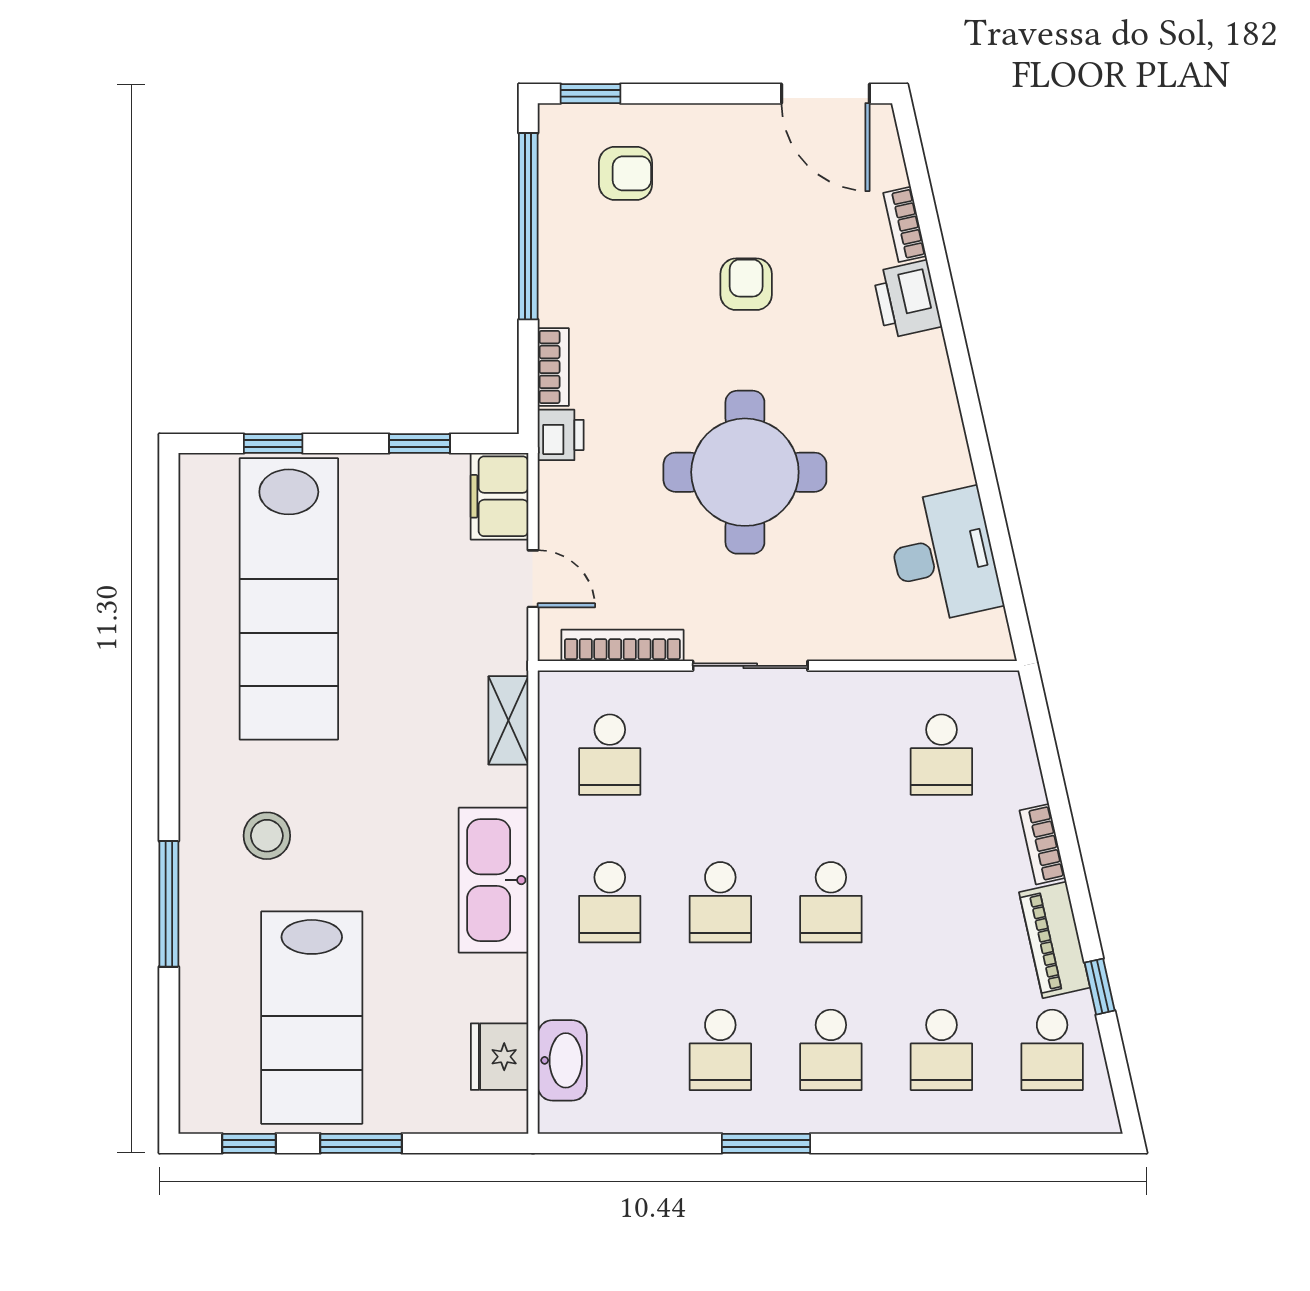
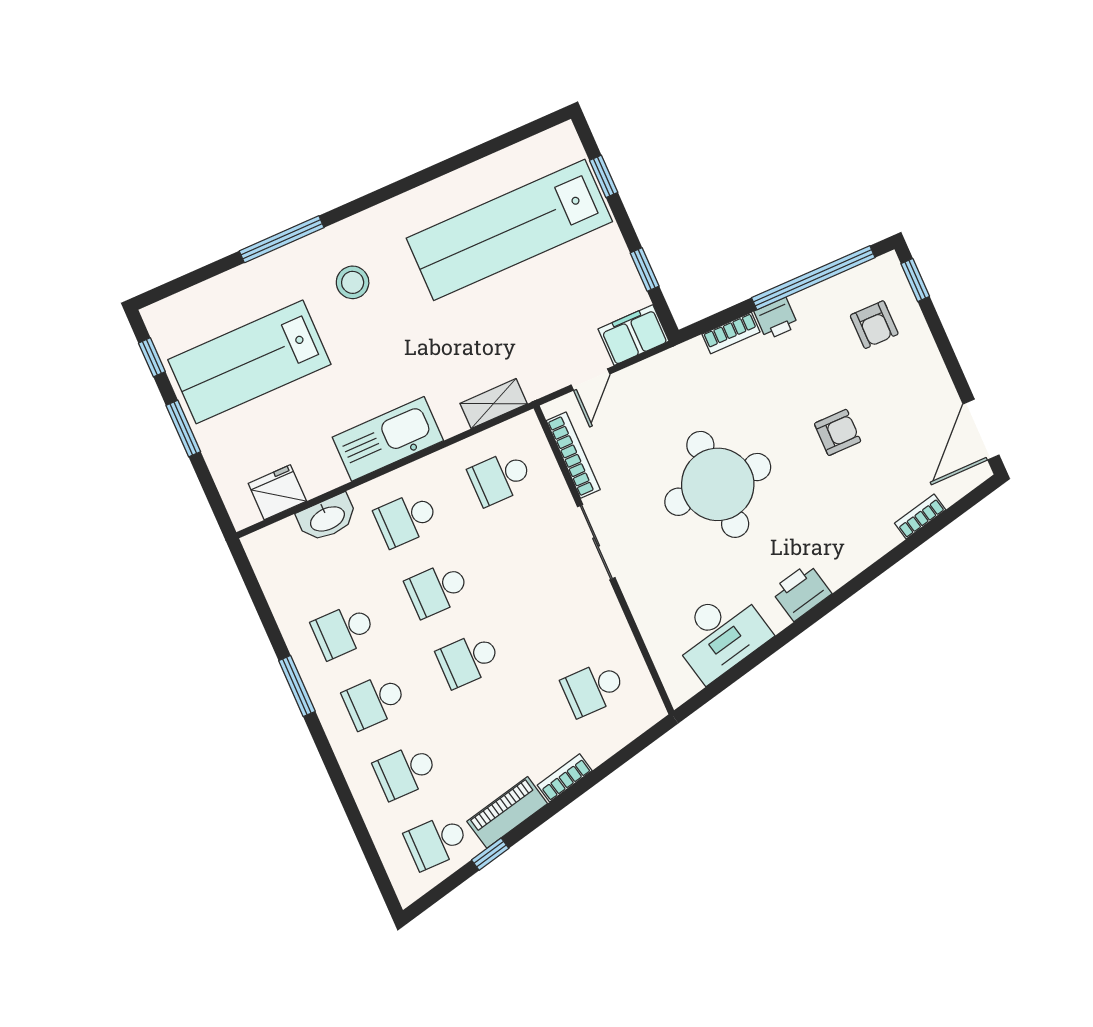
printer: (907, 299) -> (801, 592), moved
printer: (561, 435) -> (776, 319), moved
washbasin: (562, 1060) -> (327, 518), moved

